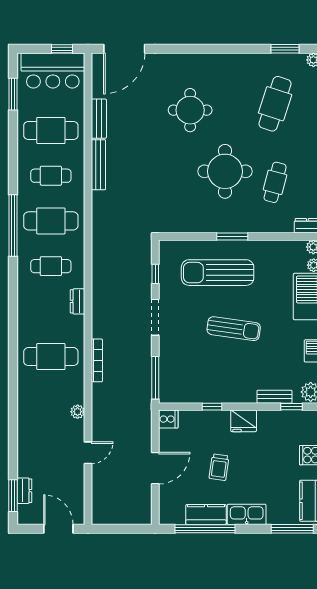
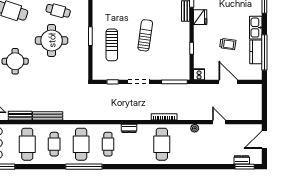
sun lounger: (218, 273) -> (112, 45), width x0.73, depth x0.75
fridge: (244, 421) -> (200, 17), moved

